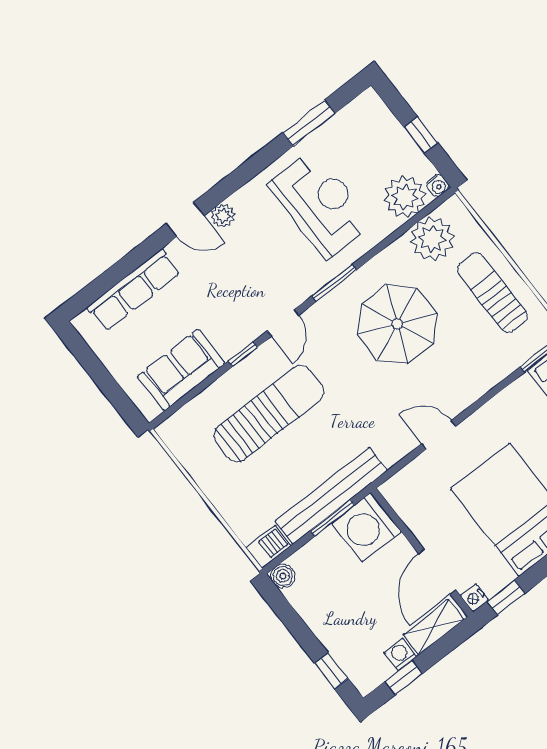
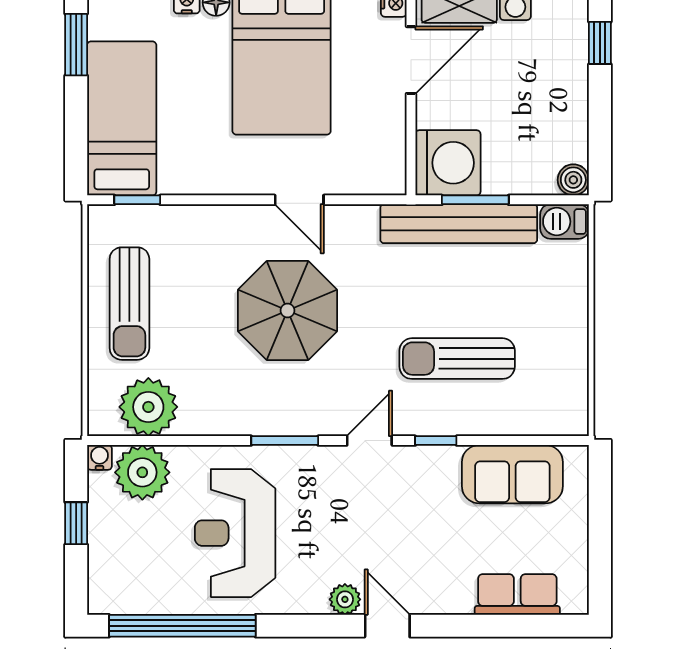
window: (309, 123) -> (182, 626), width x2.11
row of seats: (134, 290) -> (517, 594), width x0.68
parasol: (397, 324) -> (288, 310), moved
sun lounger: (269, 414) -> (457, 359), width x0.73, depth x0.75

